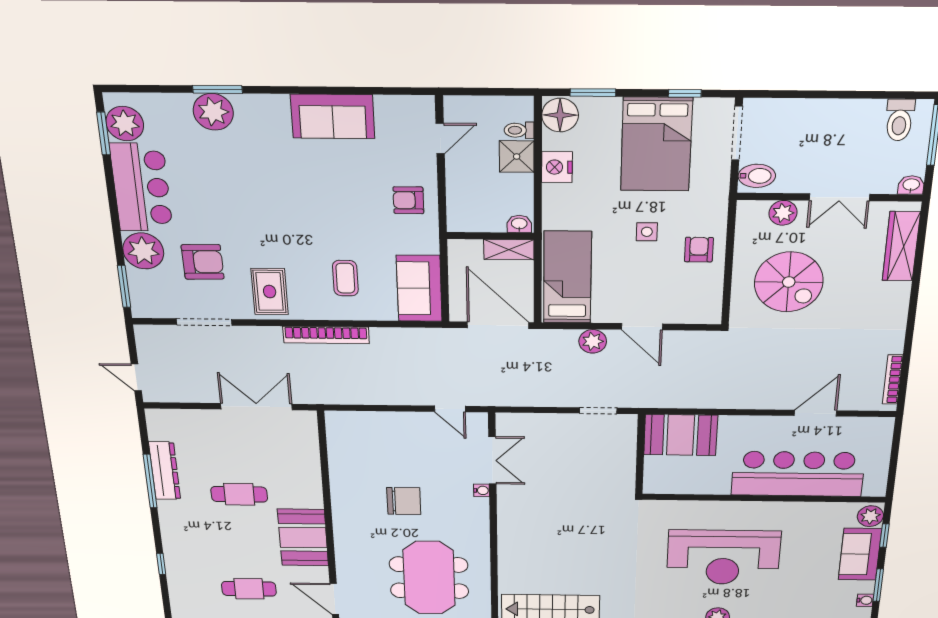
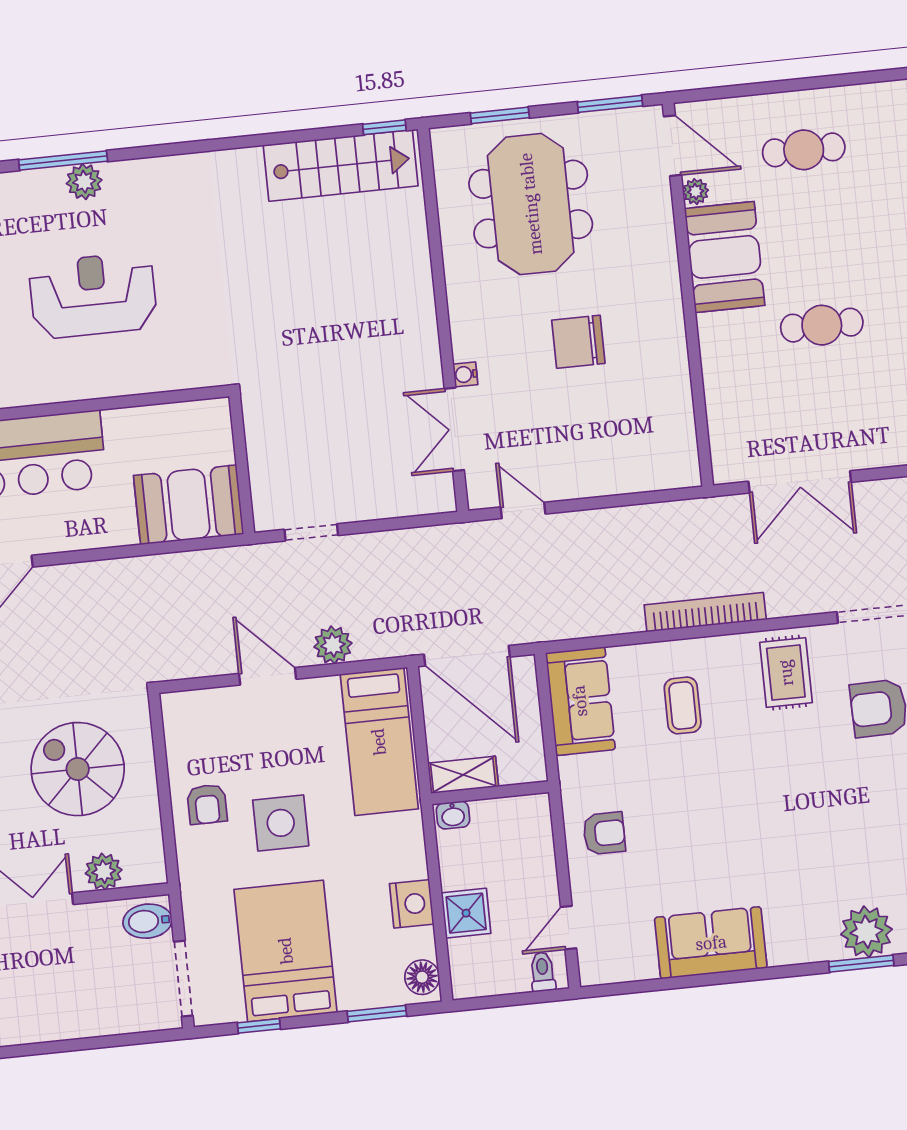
floor lamp: (560, 115) -> (422, 977), width x0.73, depth x0.73
toilet: (519, 130) -> (543, 972), moved, turned -90
side table: (647, 232) -> (281, 823), width x1.87, depth x1.87
reception desk: (723, 557) -> (93, 295), width x0.74, depth x0.77
plant: (321, 574) -> (696, 191), added

